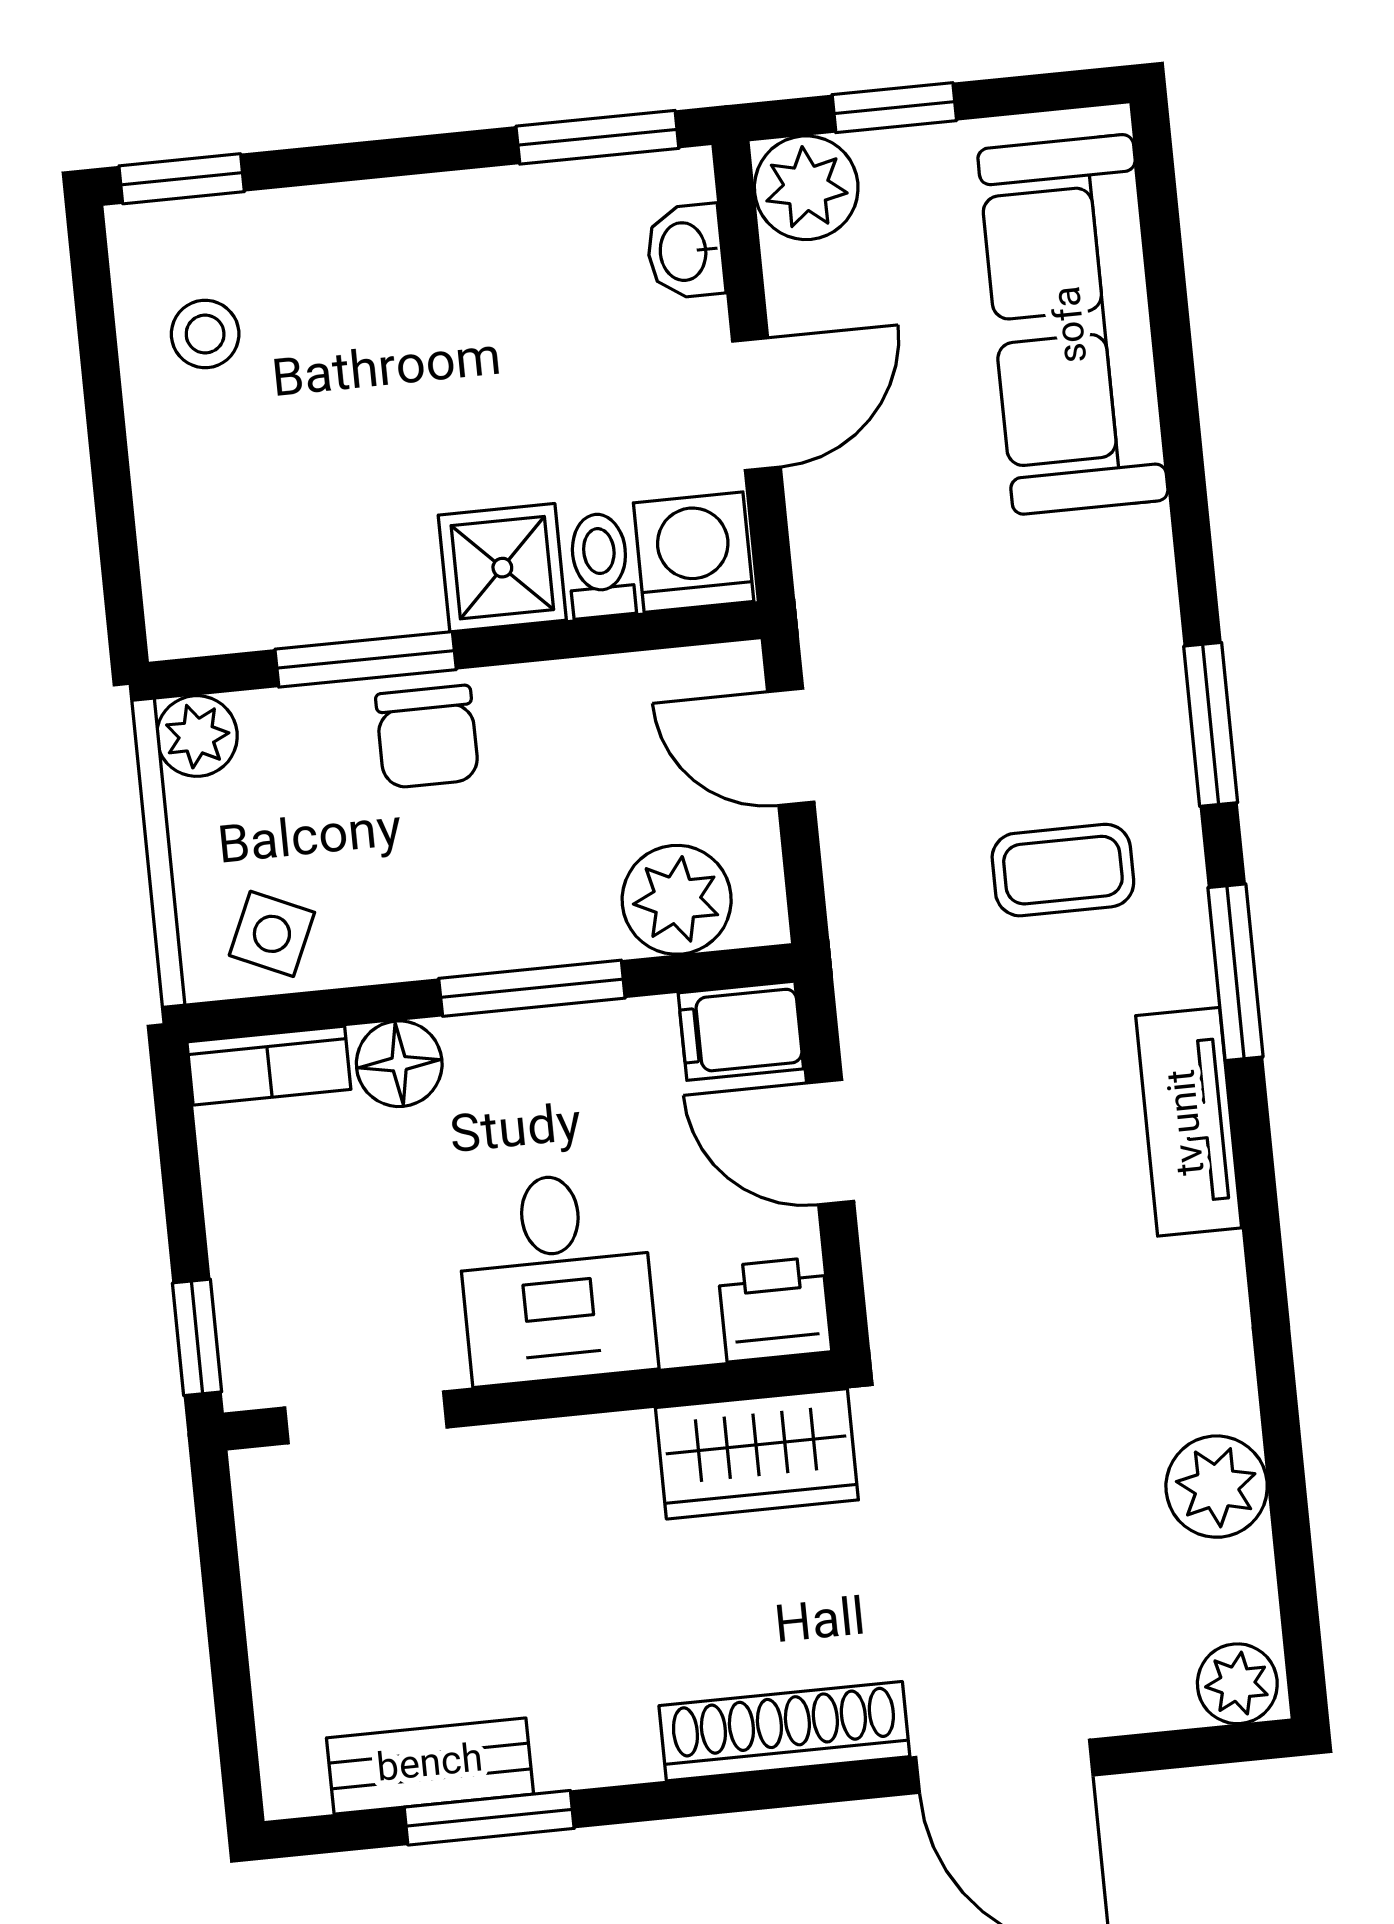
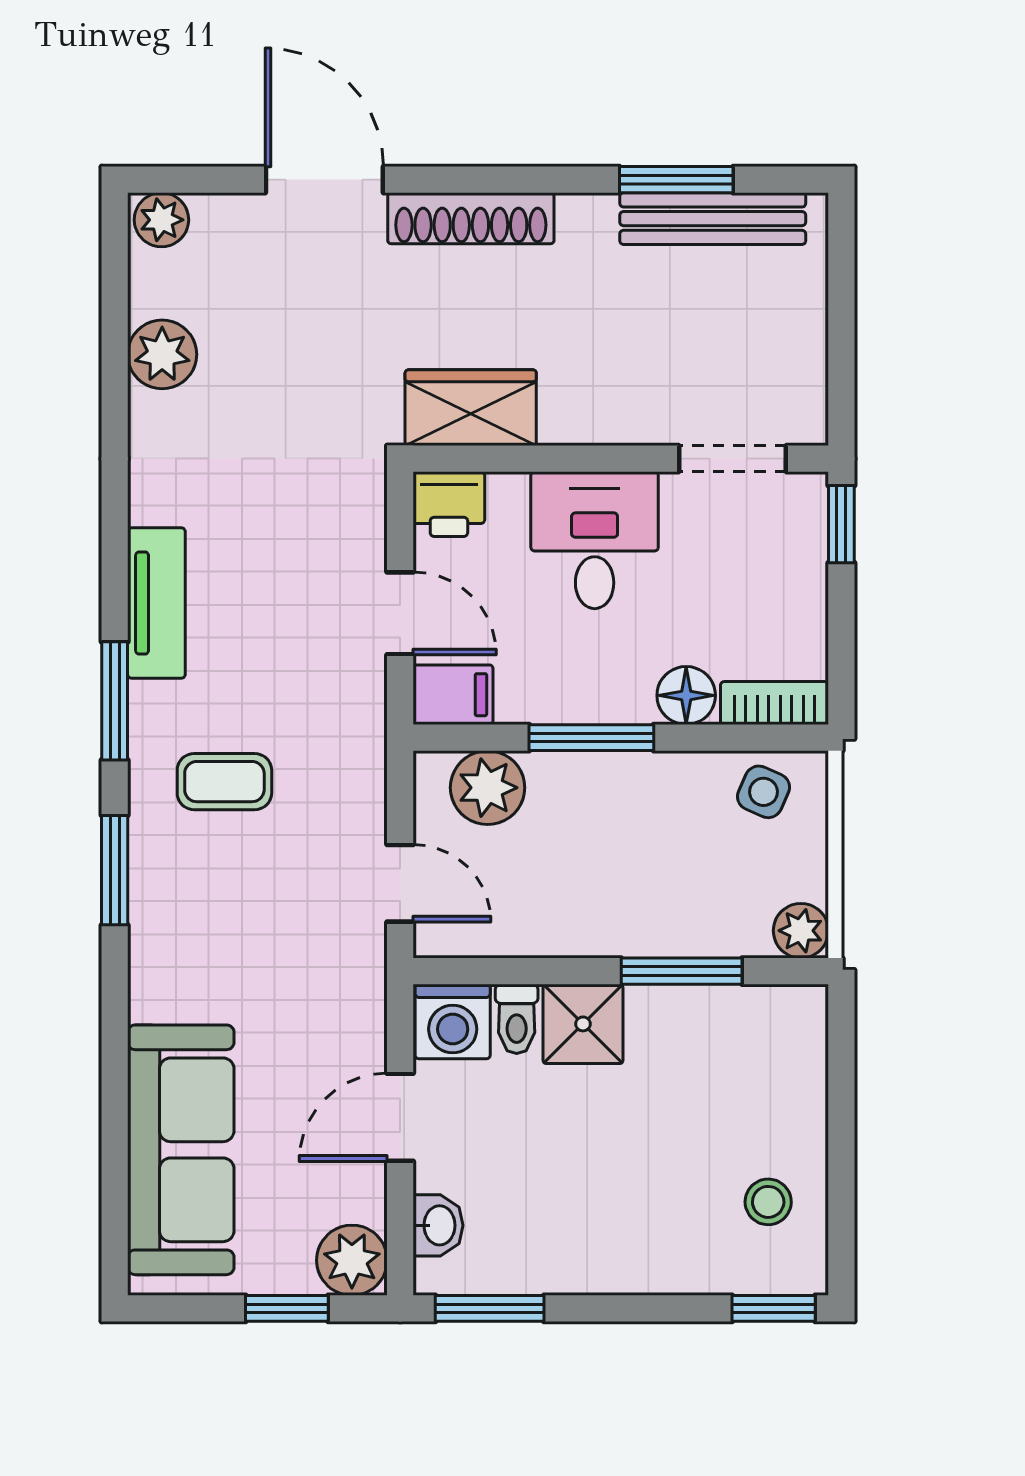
chair: (427, 737) -> (645, 915), removed
bench: (430, 1766) -> (713, 219), width x1.36

